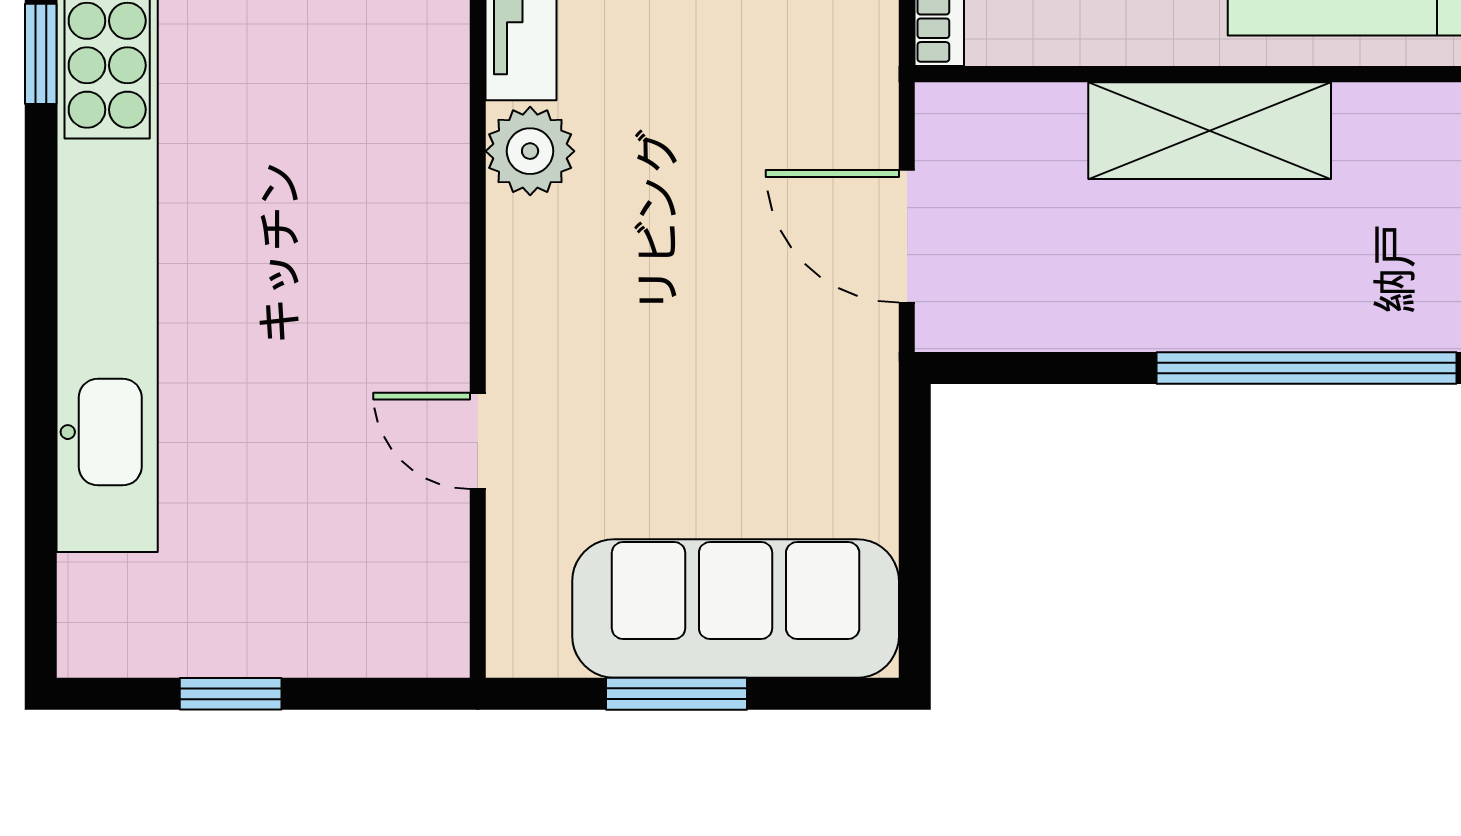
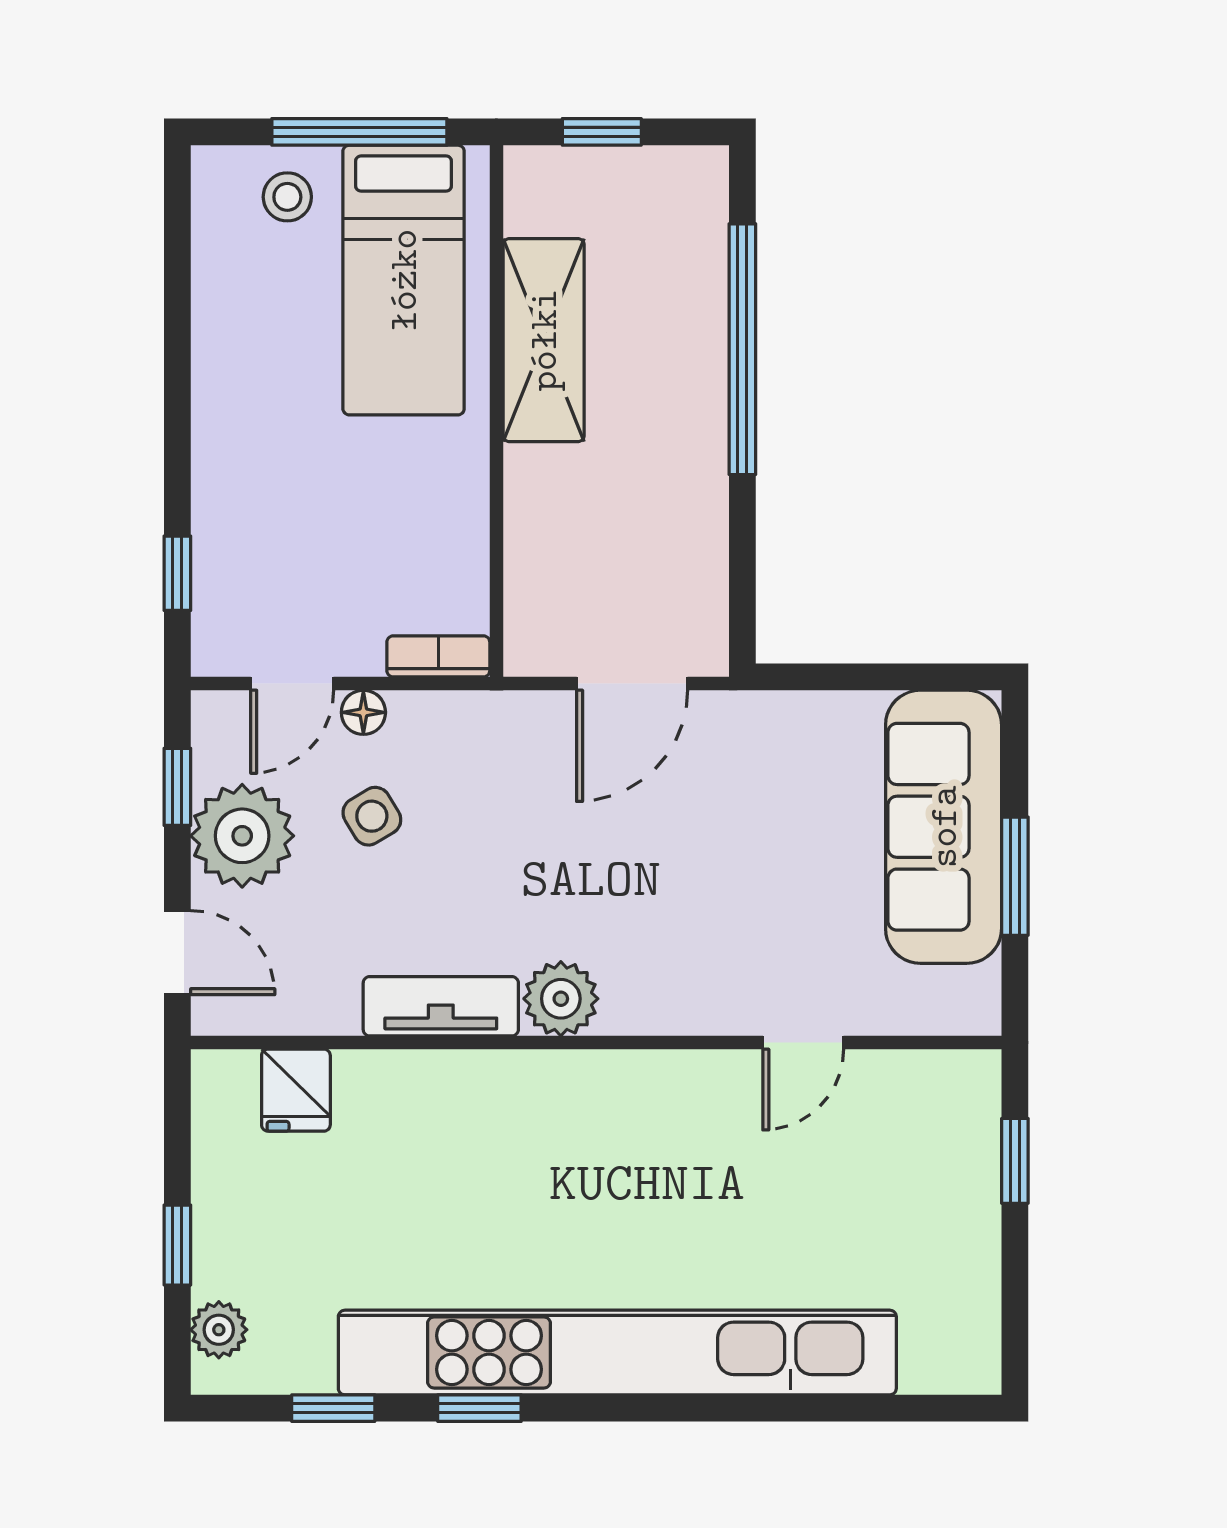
shelving: (1210, 131) -> (544, 340), moved
window: (231, 694) -> (1015, 1161), moved

